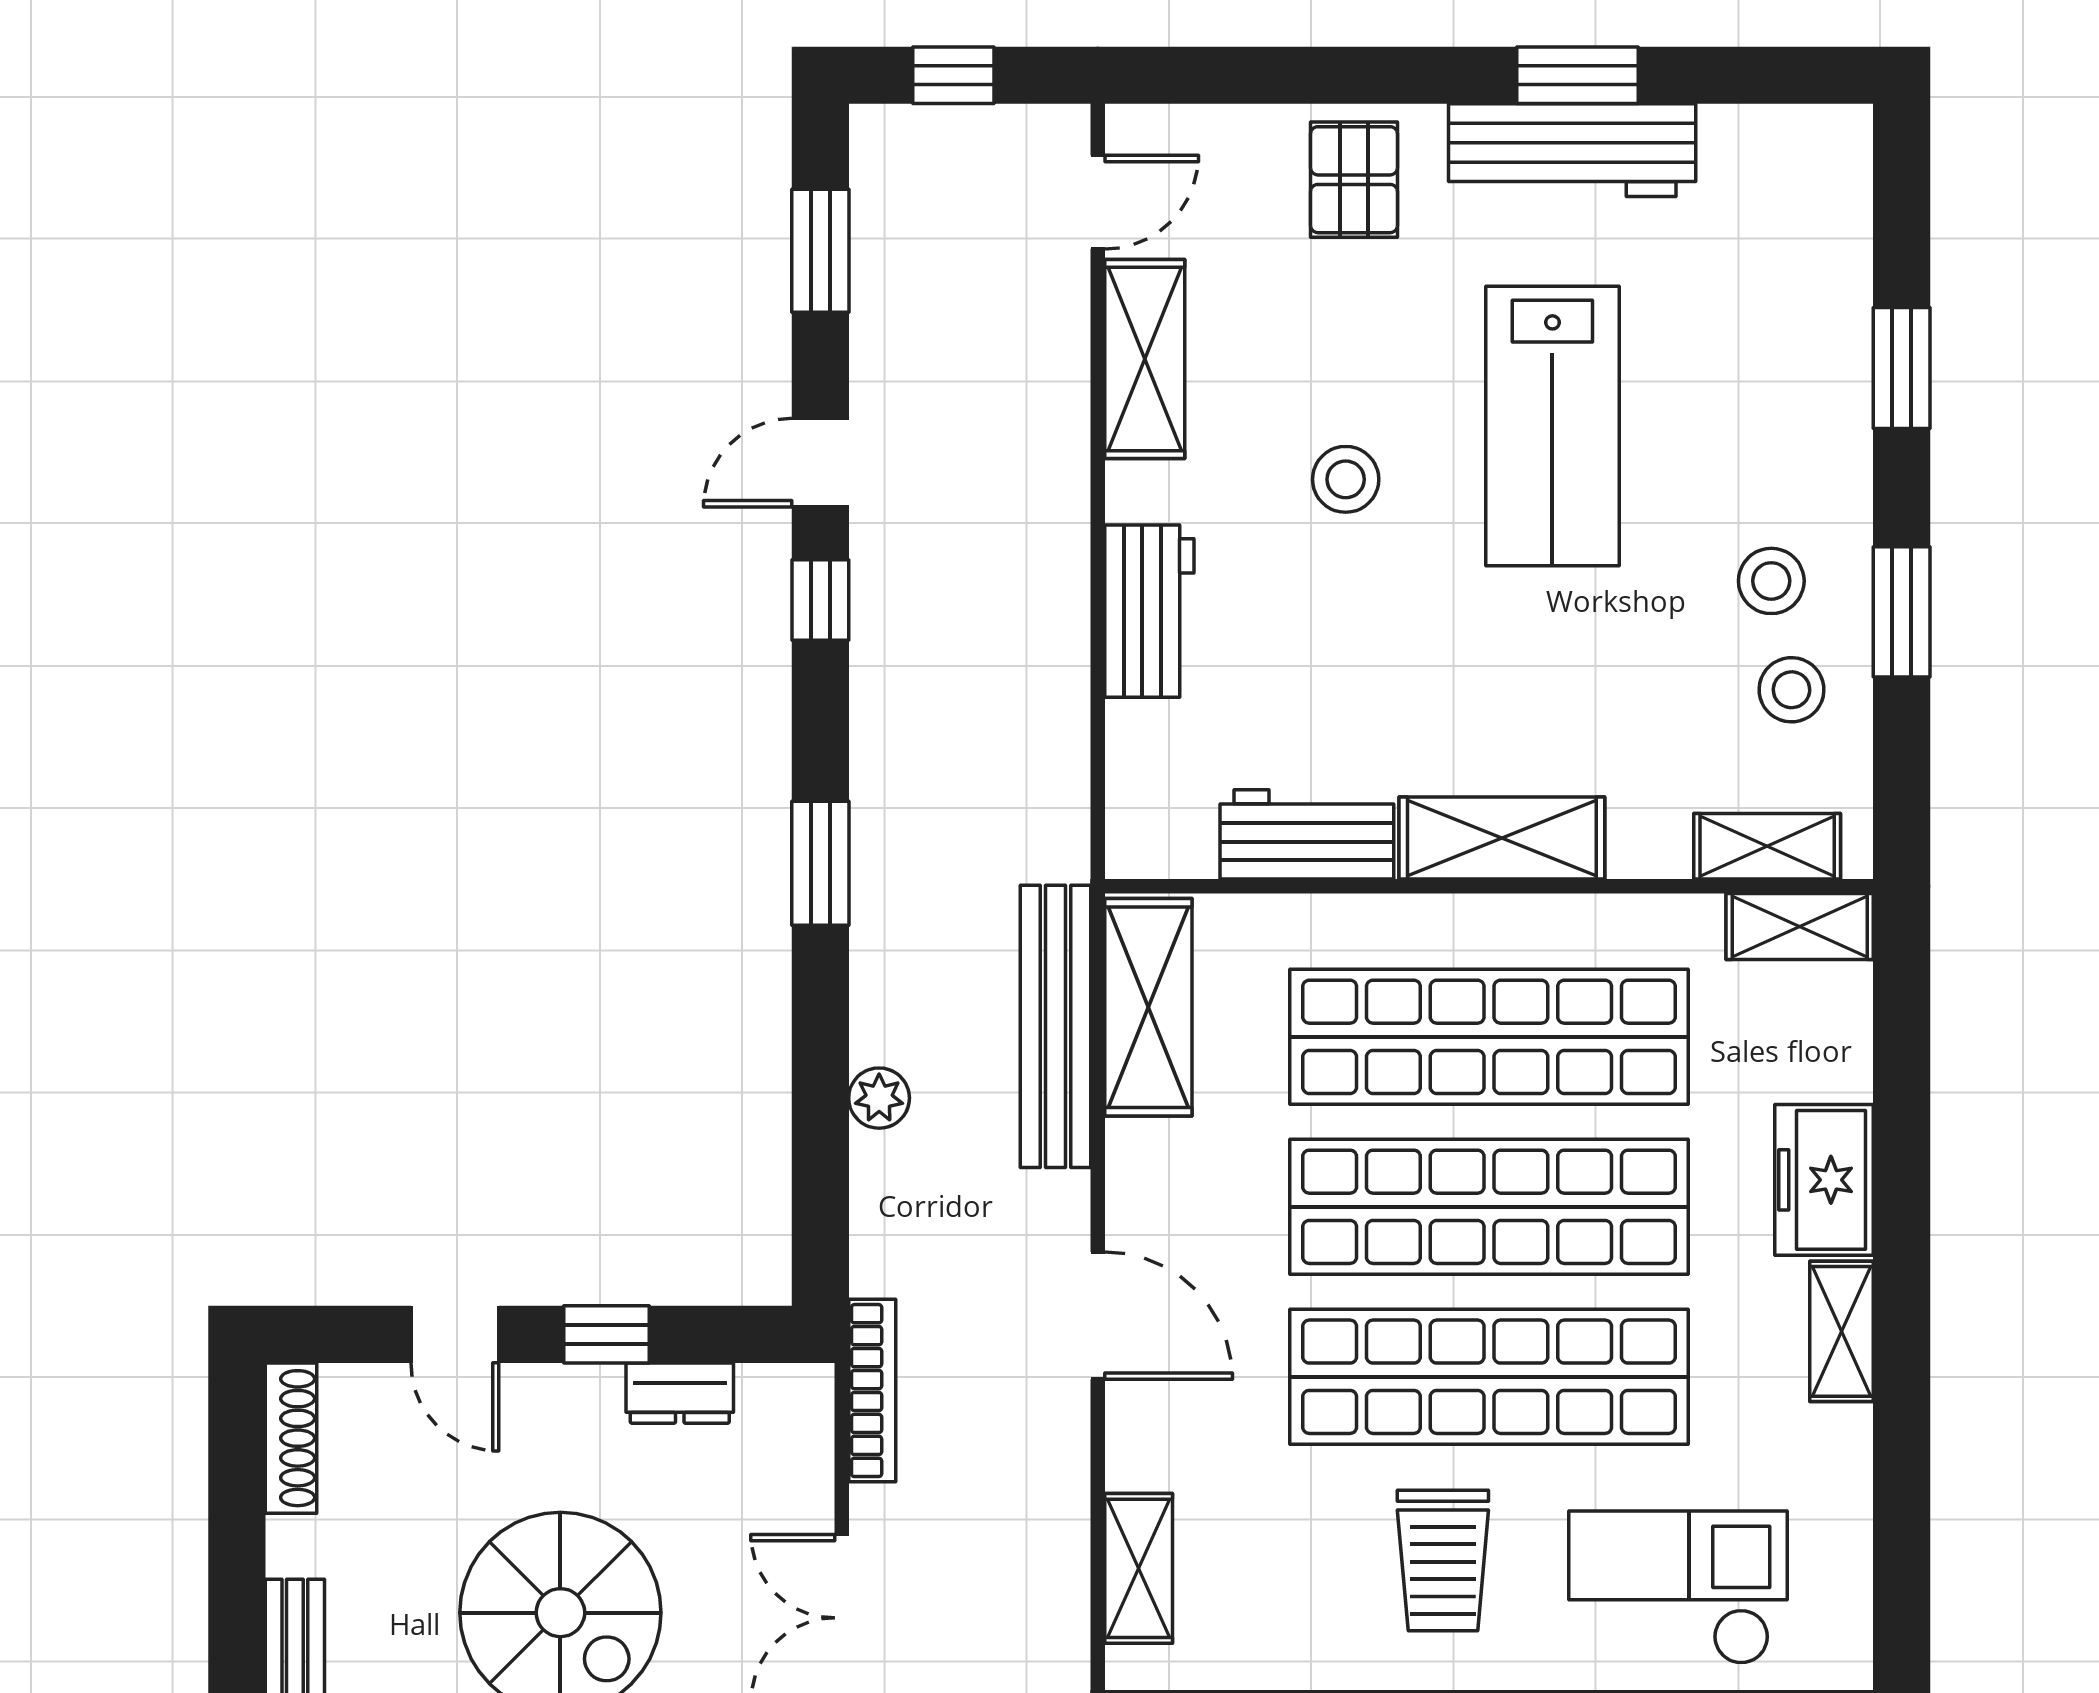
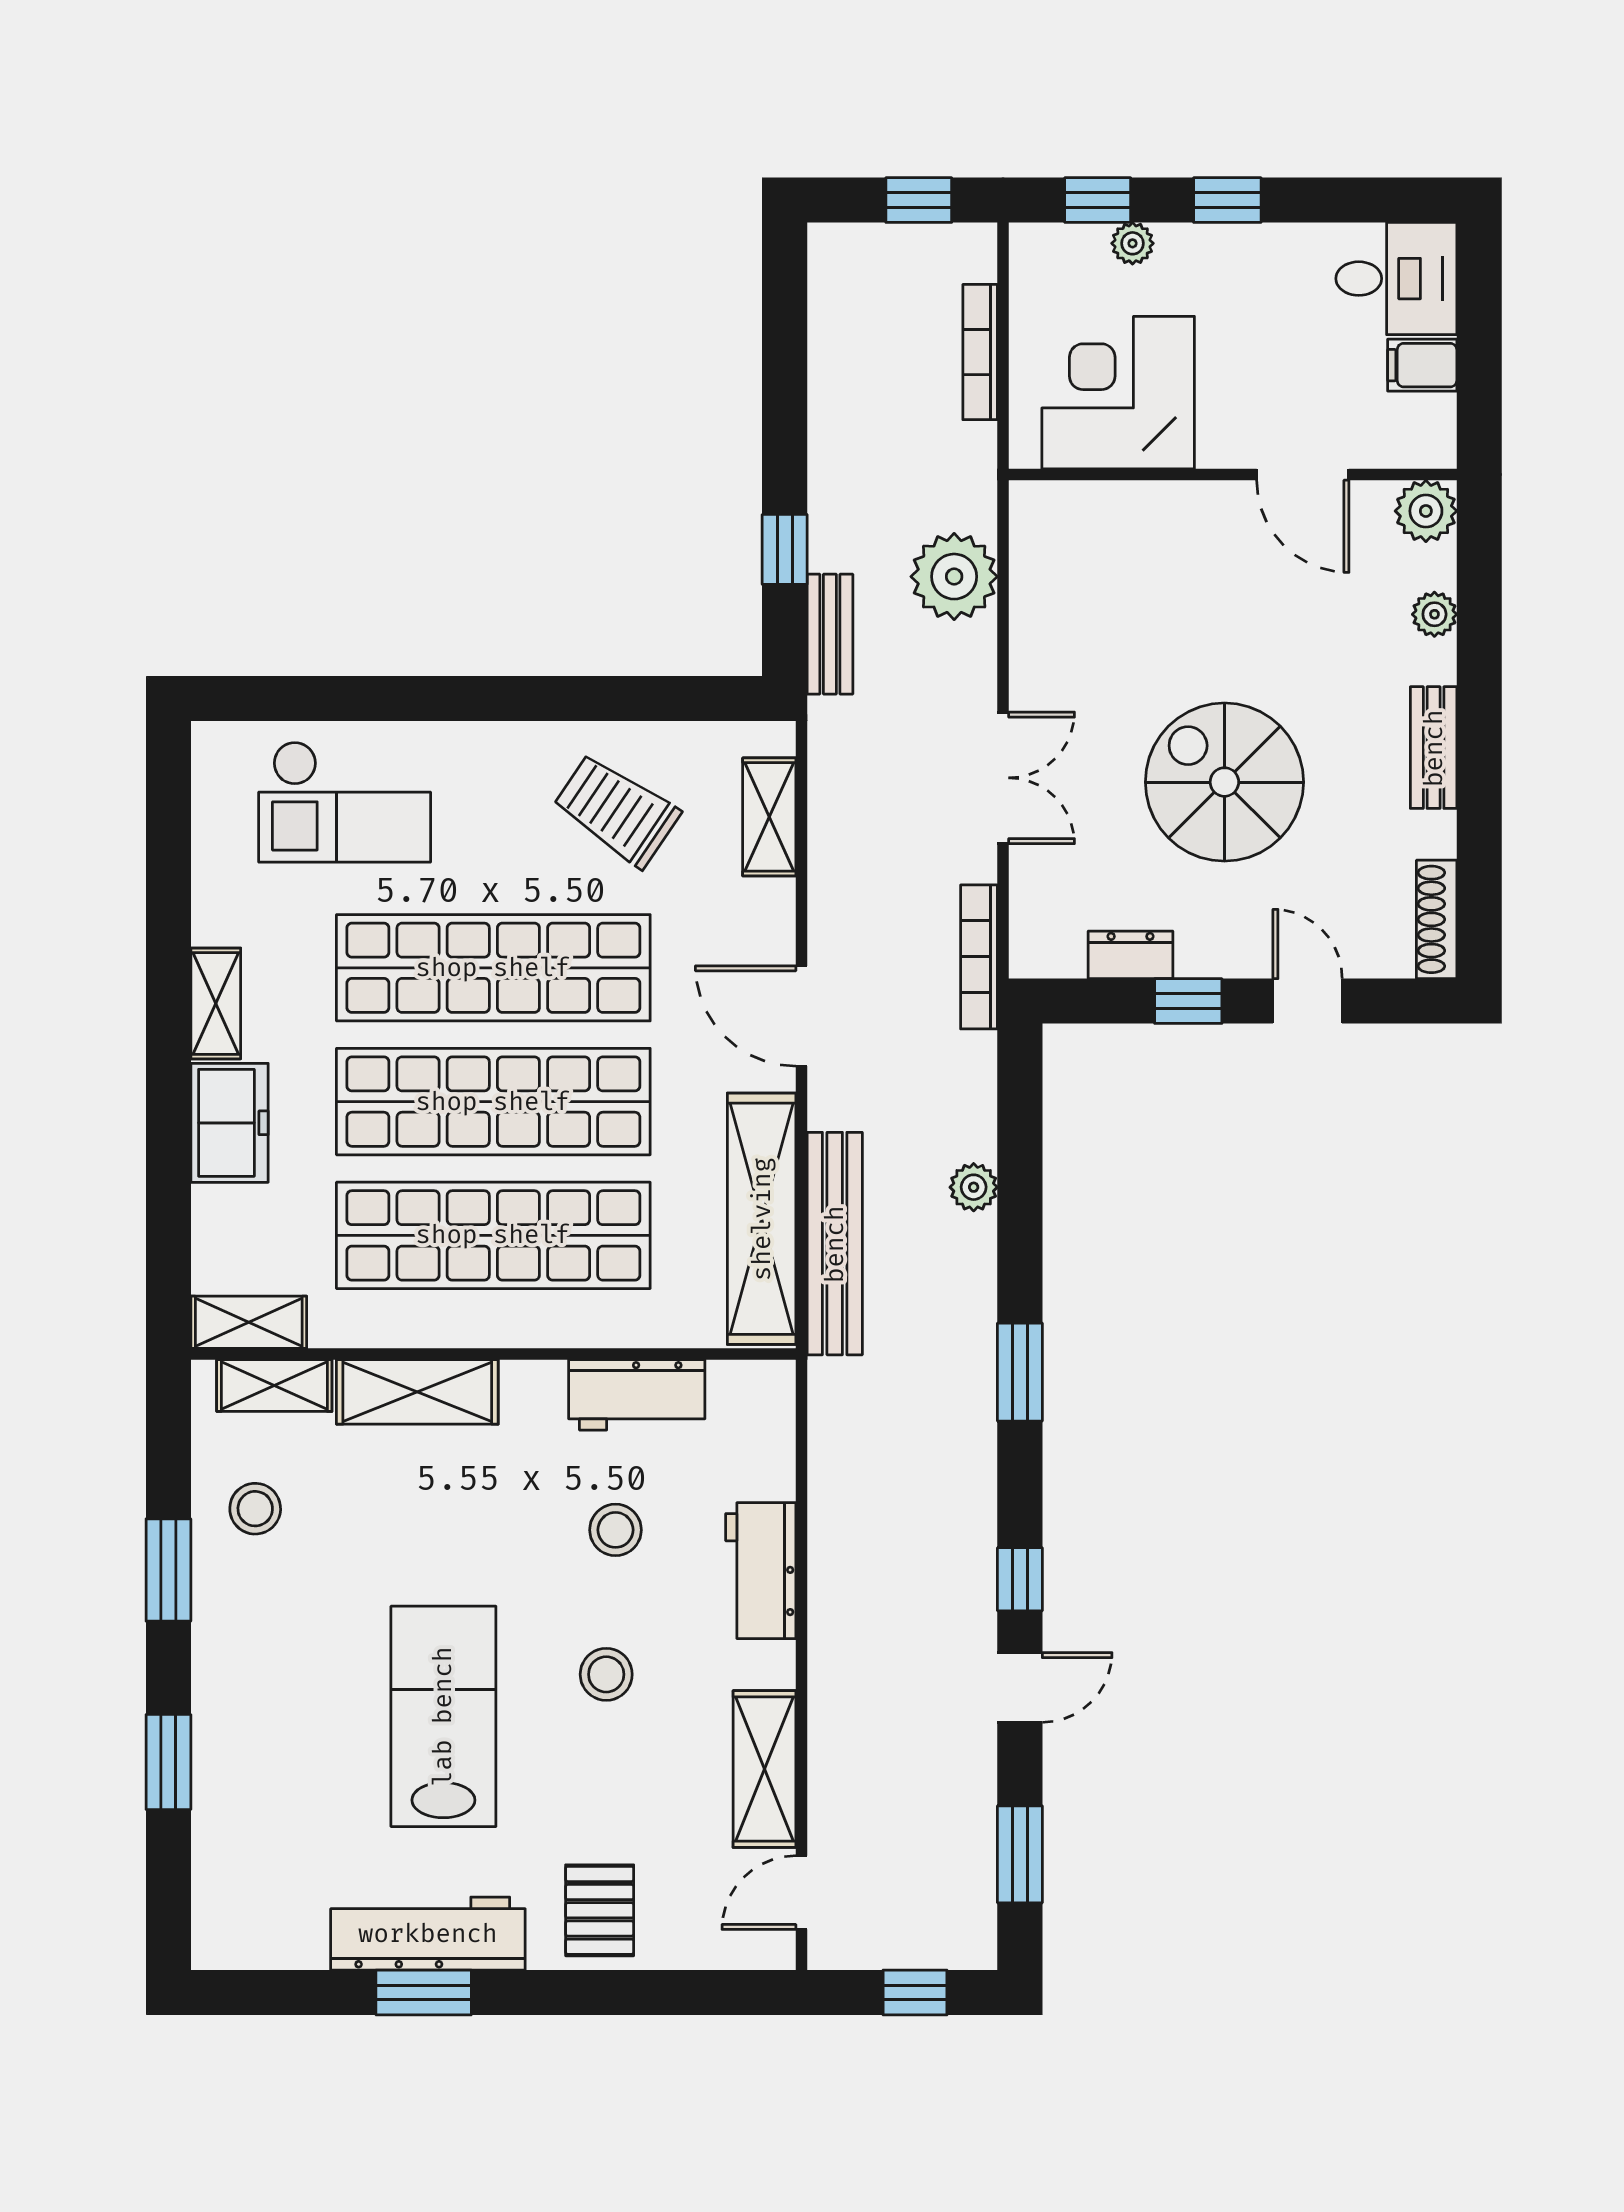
stool: (1771, 581) -> (616, 1530), moved
shelving: (1502, 838) -> (417, 1392), moved
shelving: (1148, 1007) -> (762, 1219), width x1.47
trolley: (1443, 1561) -> (617, 810), moved, turned -56

